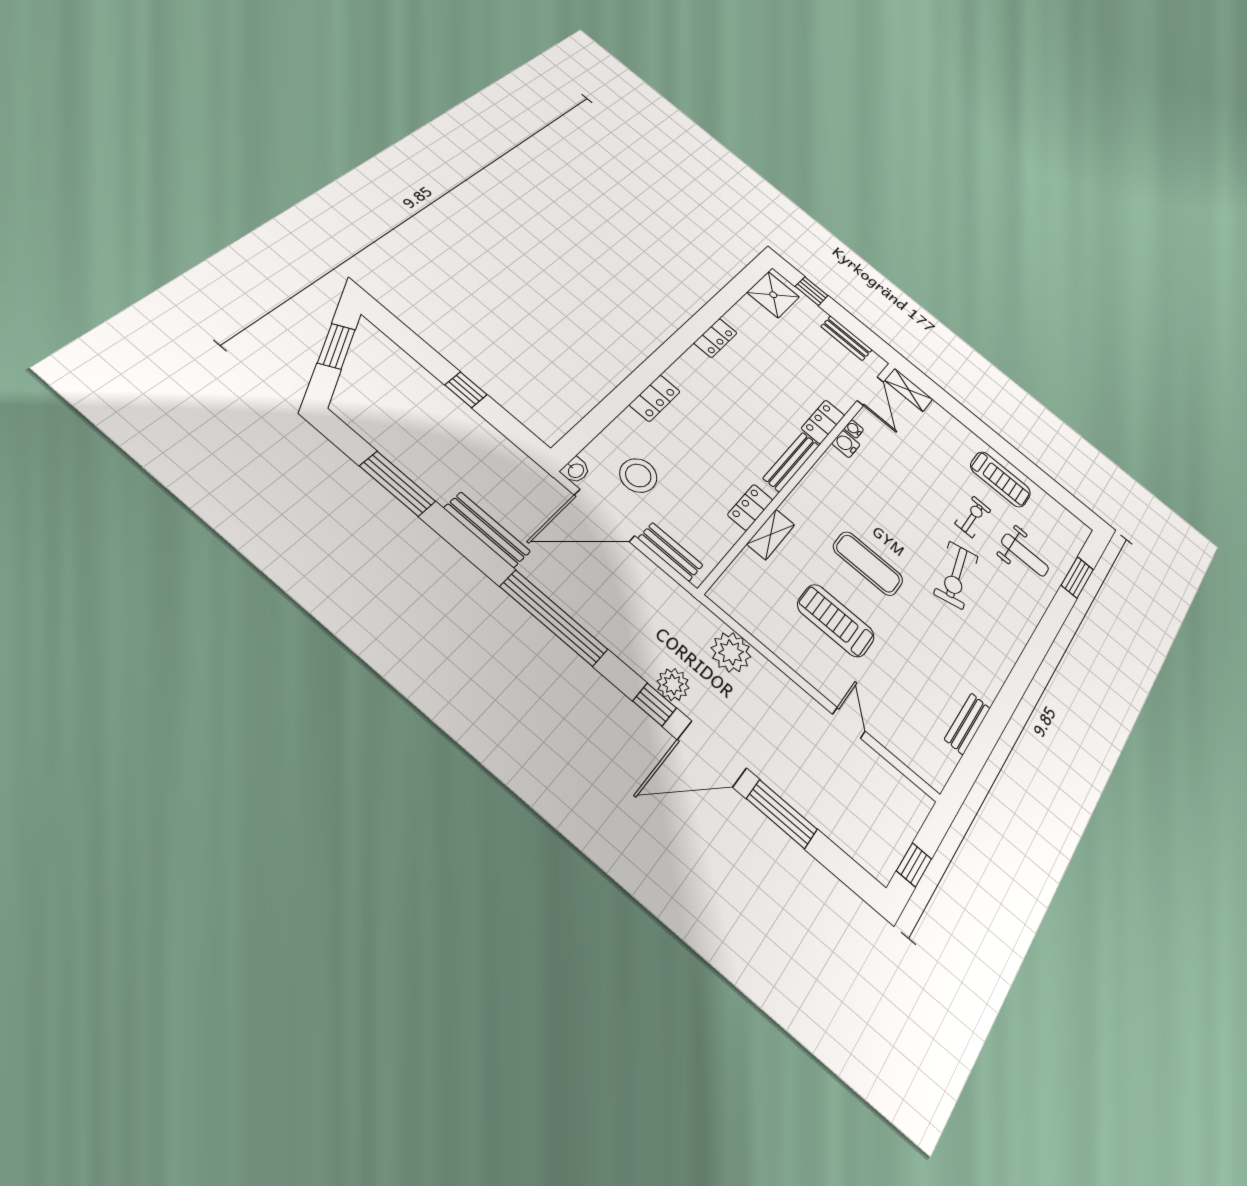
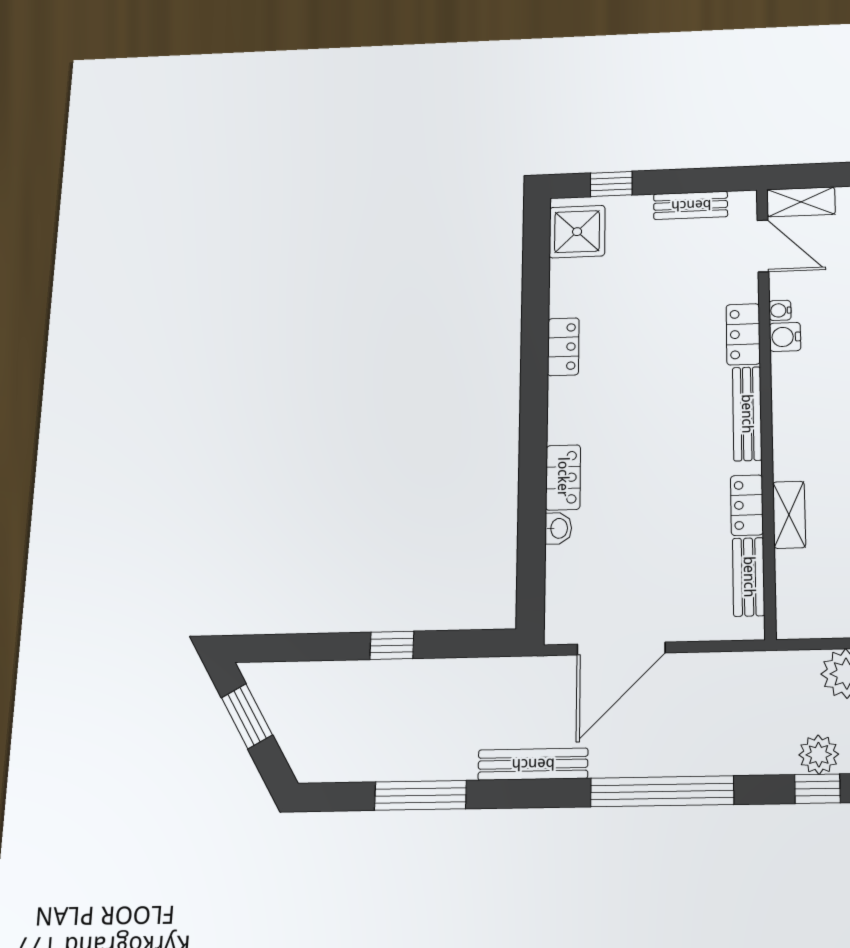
washbasin: (576, 470) -> (558, 528), moved
stool: (638, 475) -> (617, 577), removed
bench: (670, 552) -> (749, 577), moved, turned 90

